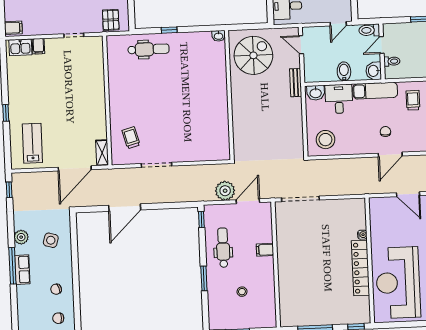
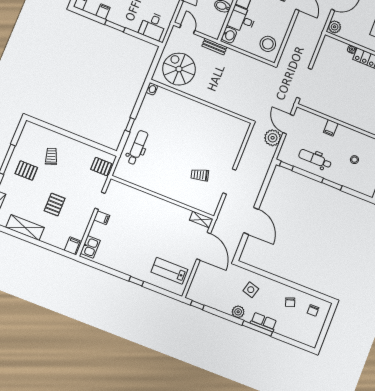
door: (301, 45) -> (187, 29), swing flipped
filing cabinet: (38, 46) -> (102, 218), moved
trolley: (131, 138) -> (200, 175), moved
plant: (378, 205) -> (335, 27), added

